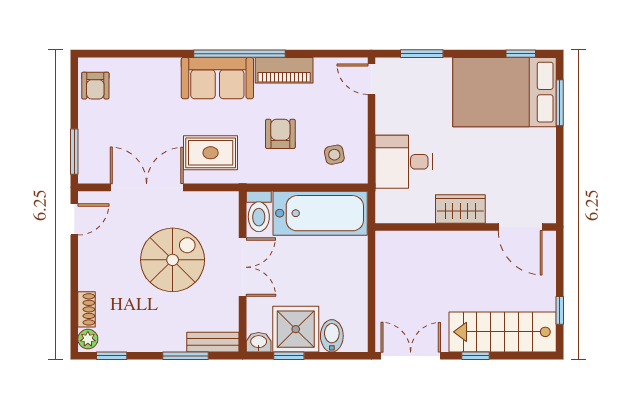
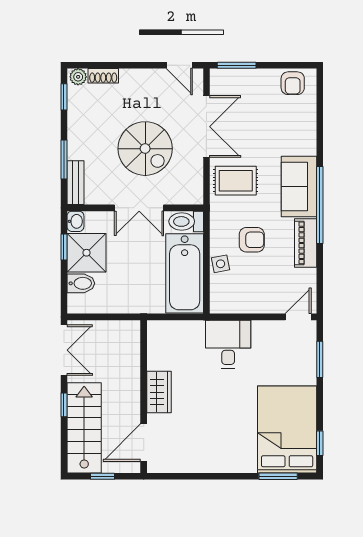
armchair: (95, 86) -> (293, 83), turned -90
rug: (211, 153) -> (236, 181), turned 90
side table: (334, 155) -> (221, 264), moved
wardrobe: (460, 209) -> (159, 392), moved
wall: (466, 227) -> (144, 397), moved
door: (520, 227) -> (144, 443), moved

